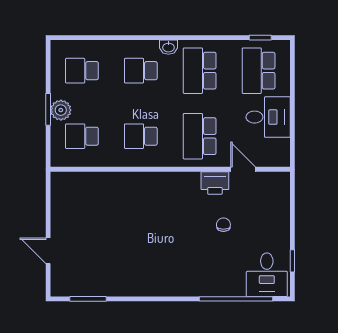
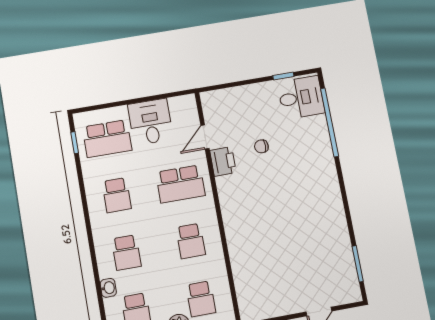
washbasin: (168, 47) -> (108, 288), moved
school desk: (200, 71) -> (117, 195), width x0.54

